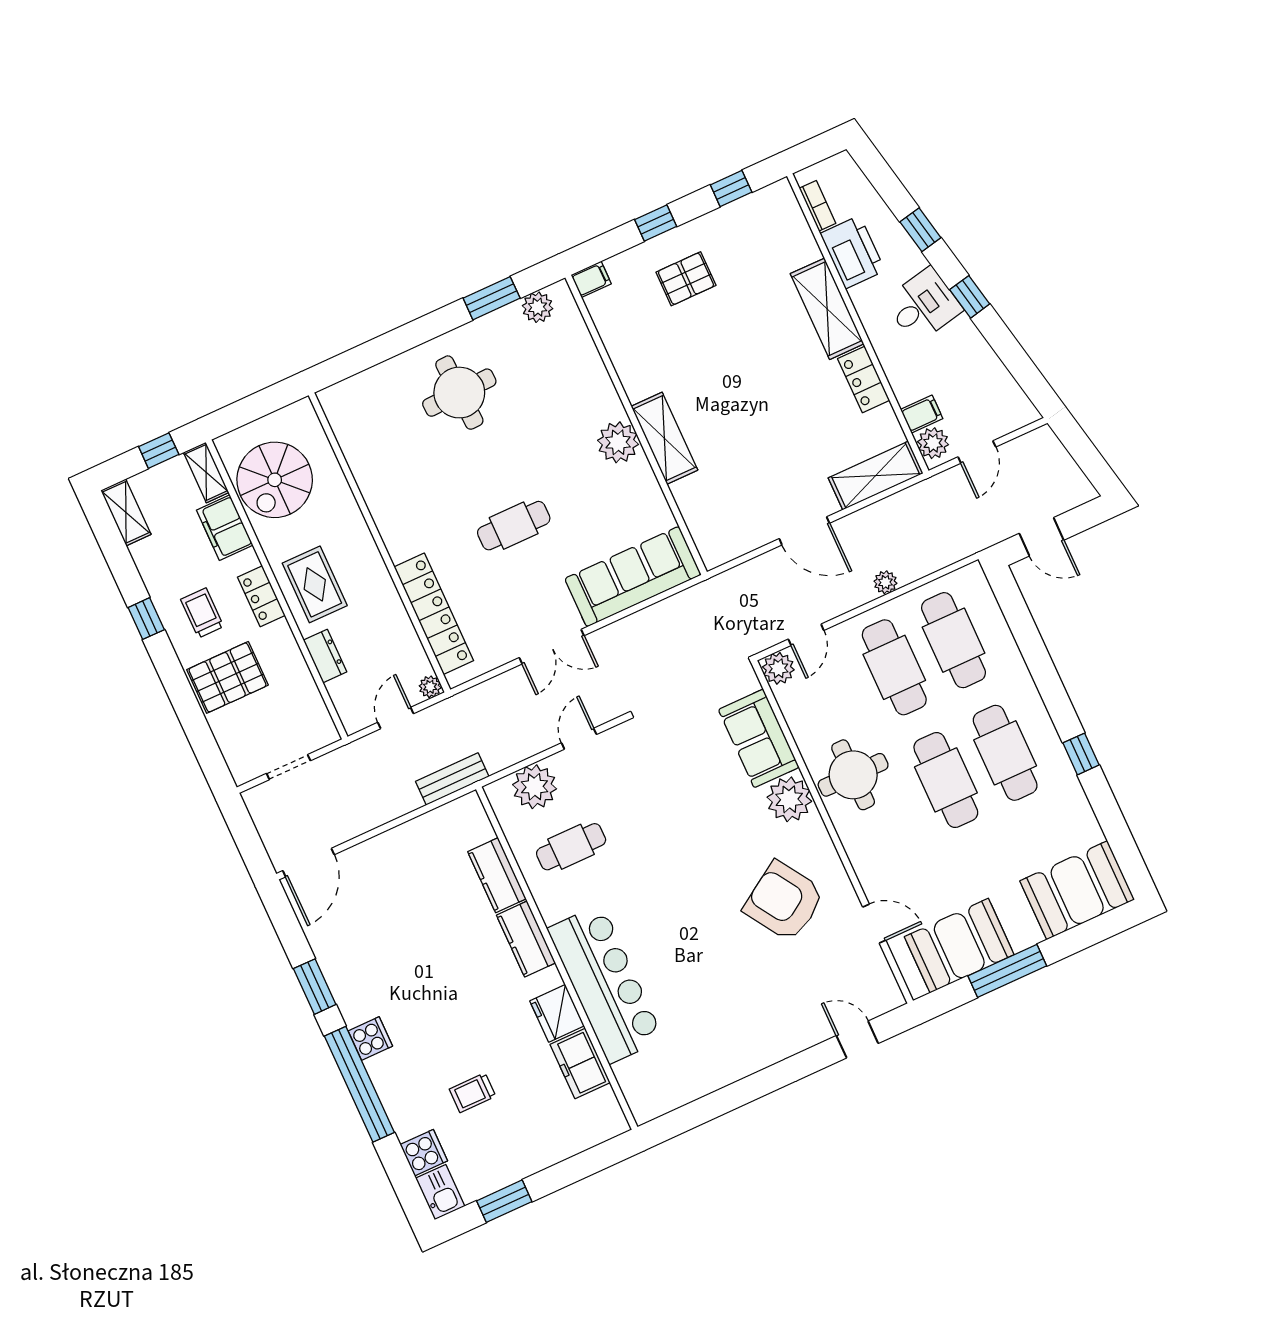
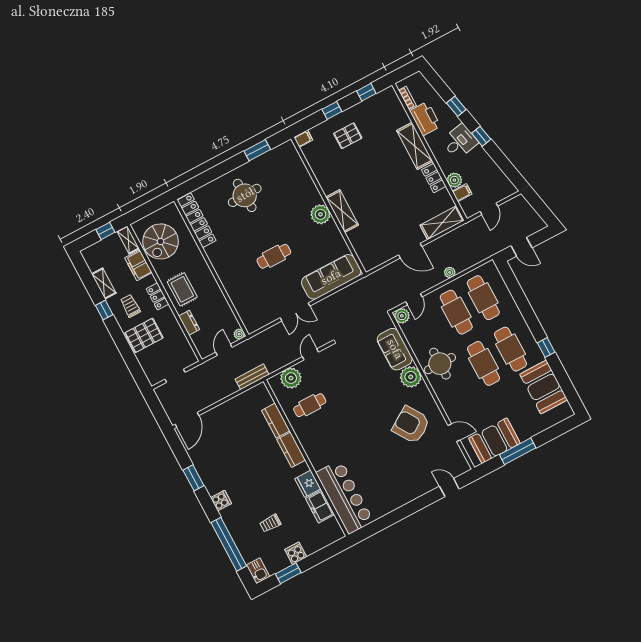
plant: (538, 307) -> (279, 153), removed
plant: (933, 443) -> (454, 180), moved
shelving: (126, 512) -> (104, 283), moved
locker: (434, 614) -> (197, 220), moved
booth: (1077, 890) -> (544, 387), moved, turned 90
bar counter: (605, 984) -> (345, 497), moved
window: (359, 1084) -> (229, 544), moved
cooker: (424, 1153) -> (296, 553), moved, turned -90

